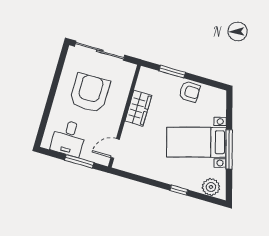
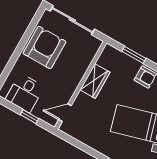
armchair: (90, 93) -> (45, 48), moved
window: (79, 161) -> (30, 117), width x0.67

